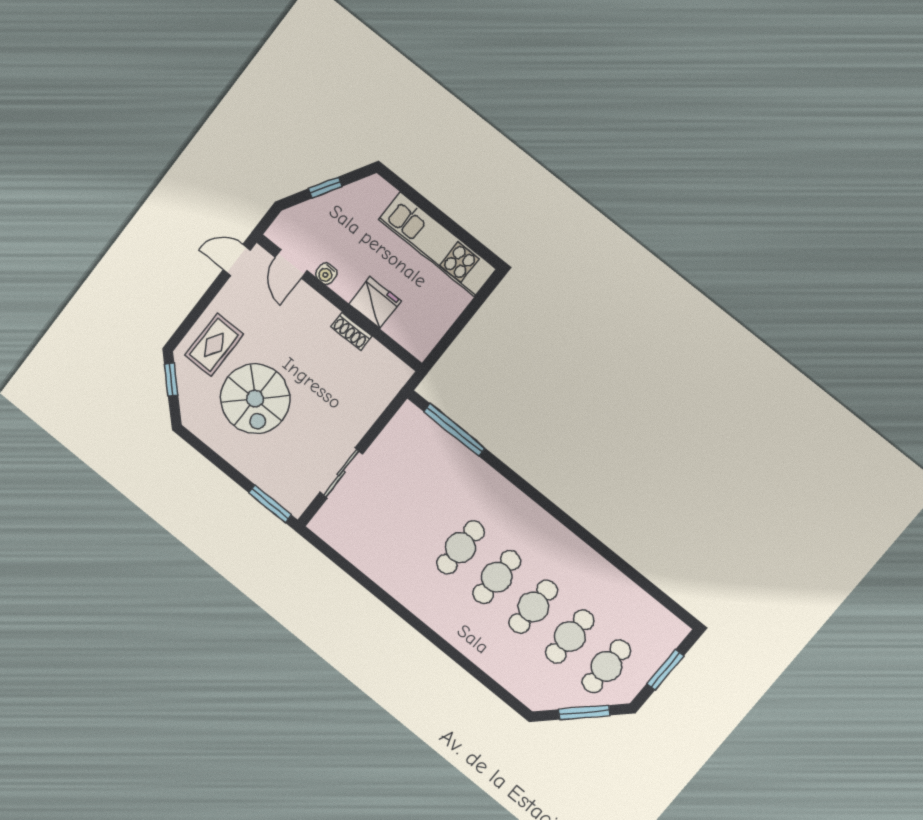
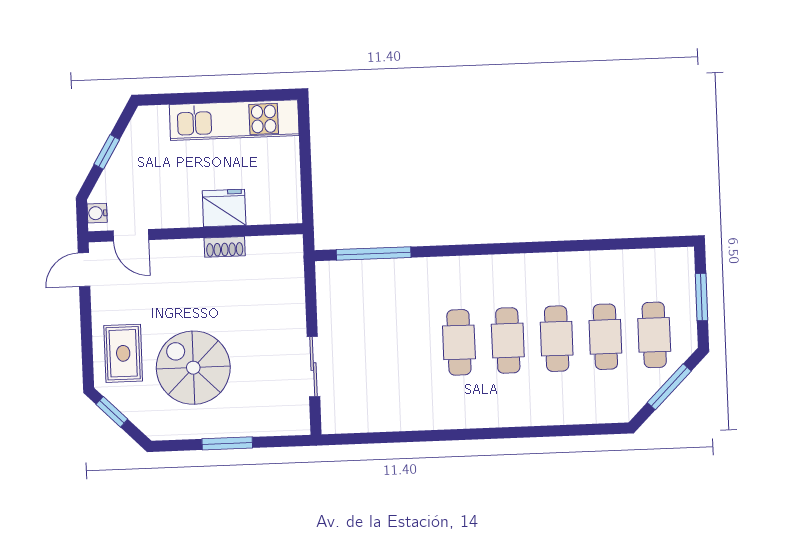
water cooler: (326, 274) -> (97, 213), moved, turned 90
spiral stairs: (255, 399) -> (193, 368), turned 180
window: (270, 504) -> (227, 443), moved

